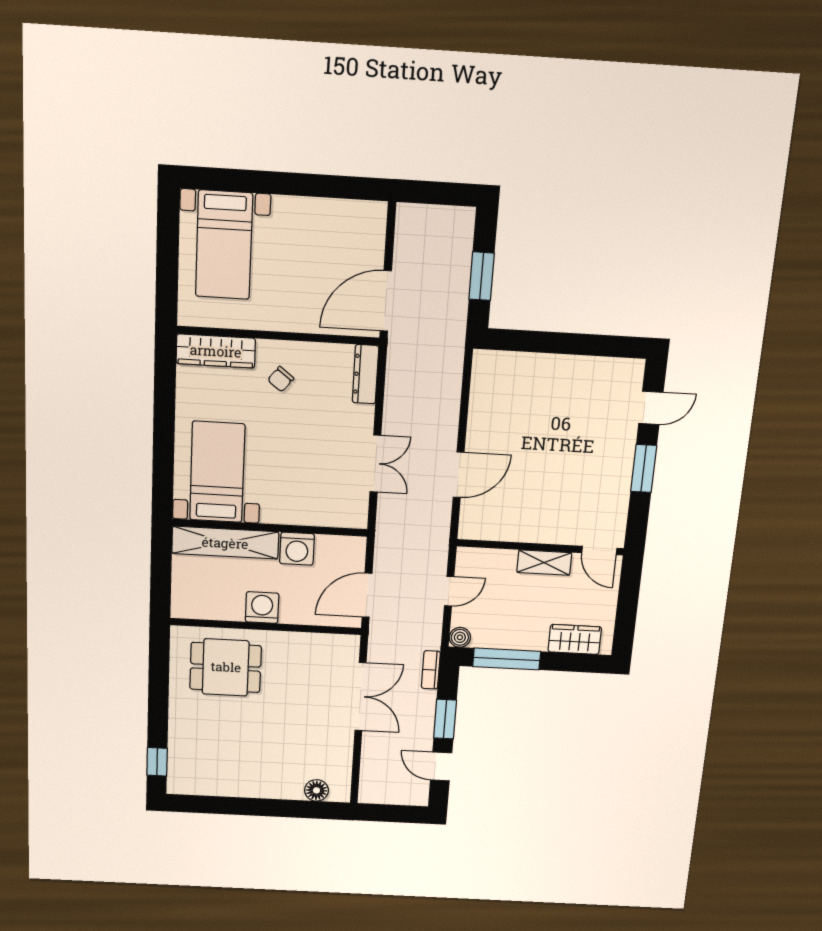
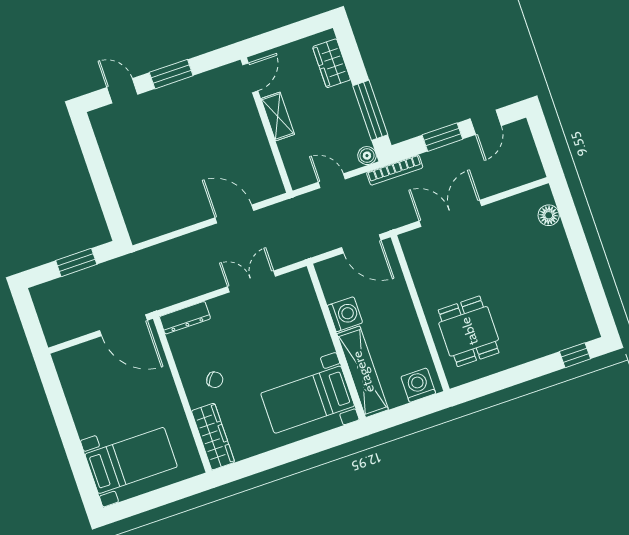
washing machine: (262, 608) -> (418, 385), moved, turned 90
bookcase: (431, 670) -> (395, 170), width x1.56

